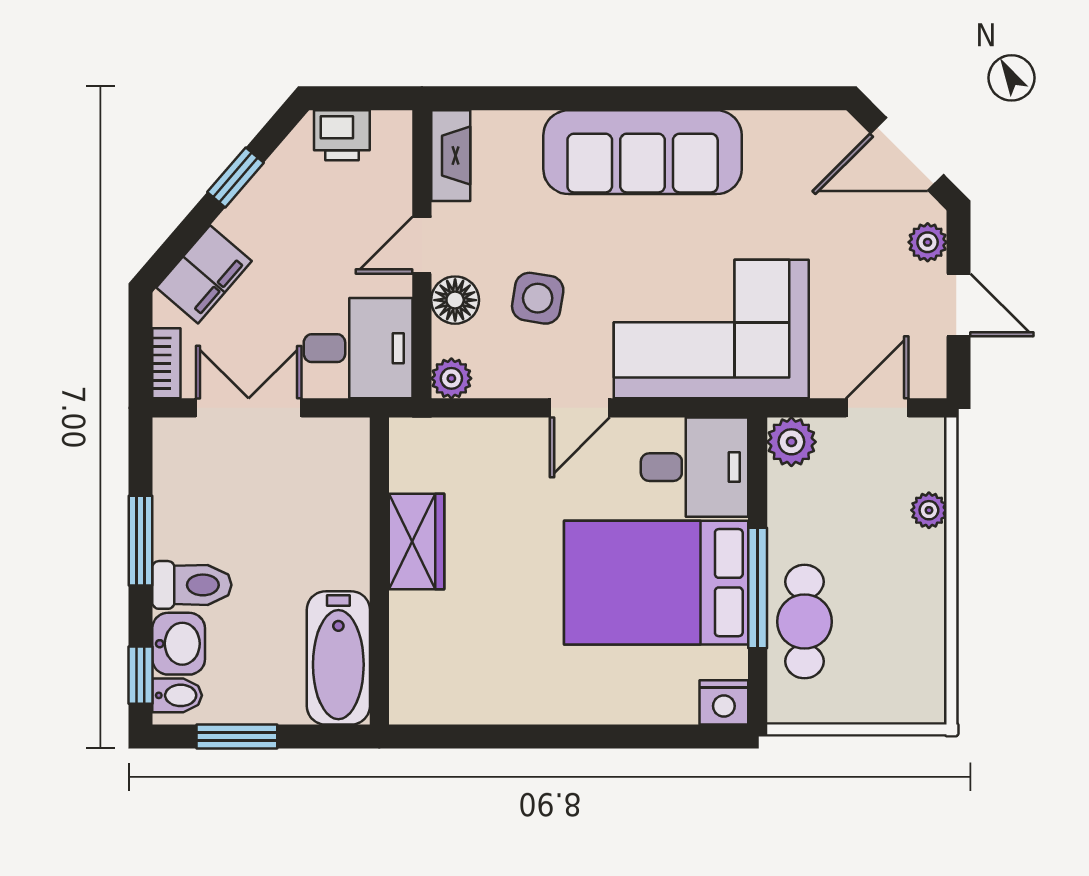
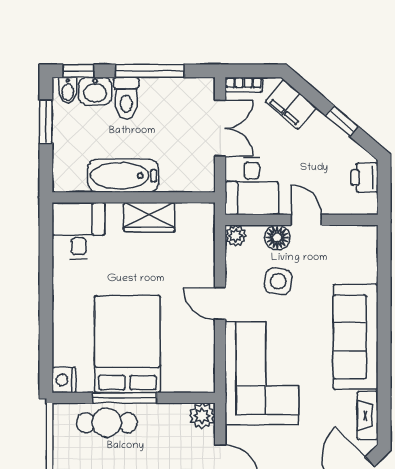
fireplace: (451, 156) -> (368, 415), moved, turned 90
desk: (695, 467) -> (78, 231), moved, turned 180
window: (141, 541) -> (150, 71), width x1.44
bathtub: (338, 658) -> (123, 176), moved

